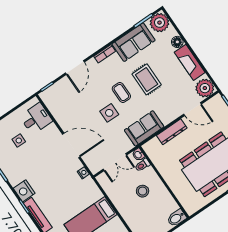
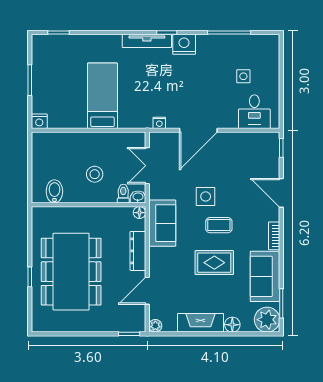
plant: (205, 88) -> (155, 326), width x0.53, depth x0.53
floor lamp: (147, 147) -> (139, 213), added
bidet: (177, 218) -> (54, 191), moved

